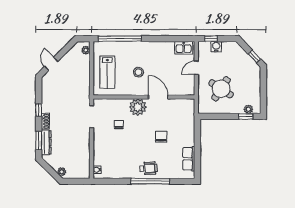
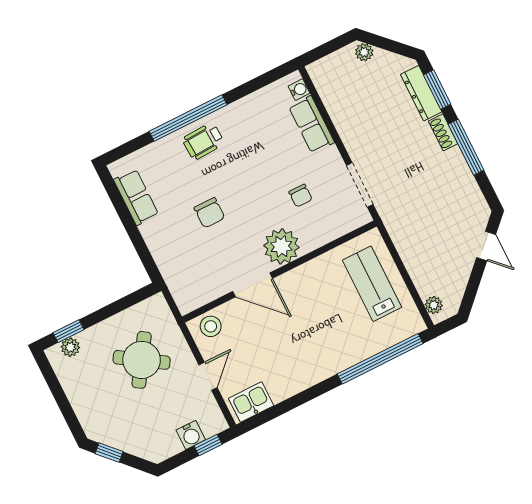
stool: (138, 72) -> (211, 326), moved
window: (39, 110) -> (466, 147), width x2.17
row of seats: (99, 152) -> (311, 124), added

